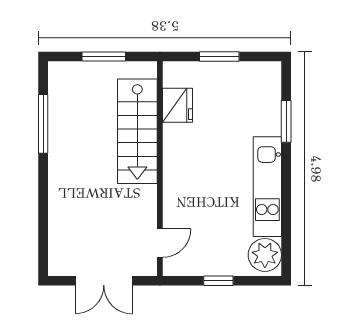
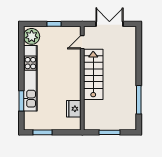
window: (219, 56) -> (43, 132), moved
stairs: (137, 131) -> (93, 74), moved
kitchen unit: (267, 187) -> (30, 78), width x1.36

